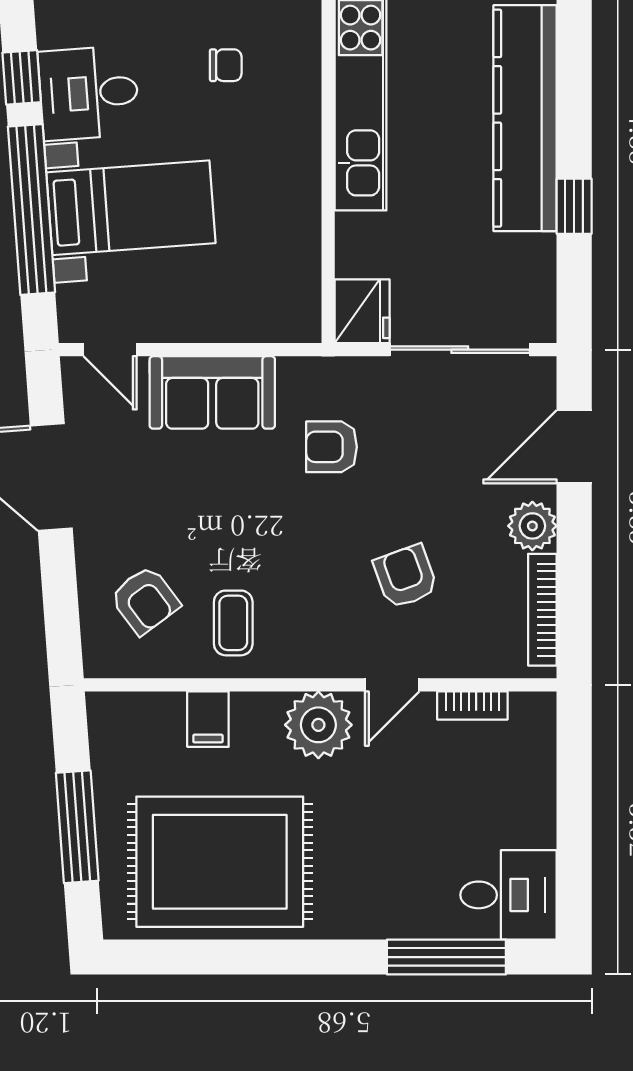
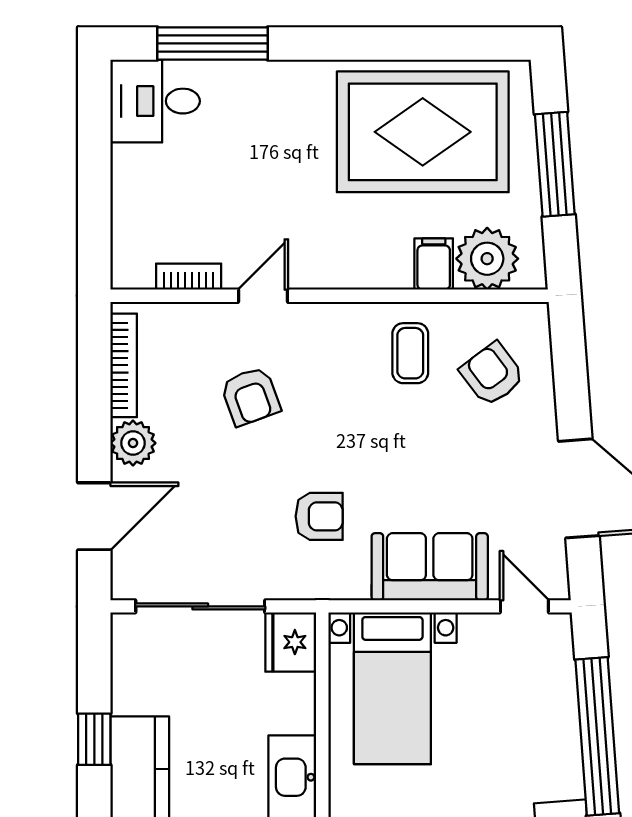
bed with nightstands: (131, 208) -> (392, 688), moved, turned -86
plant: (318, 725) -> (487, 259), moved

